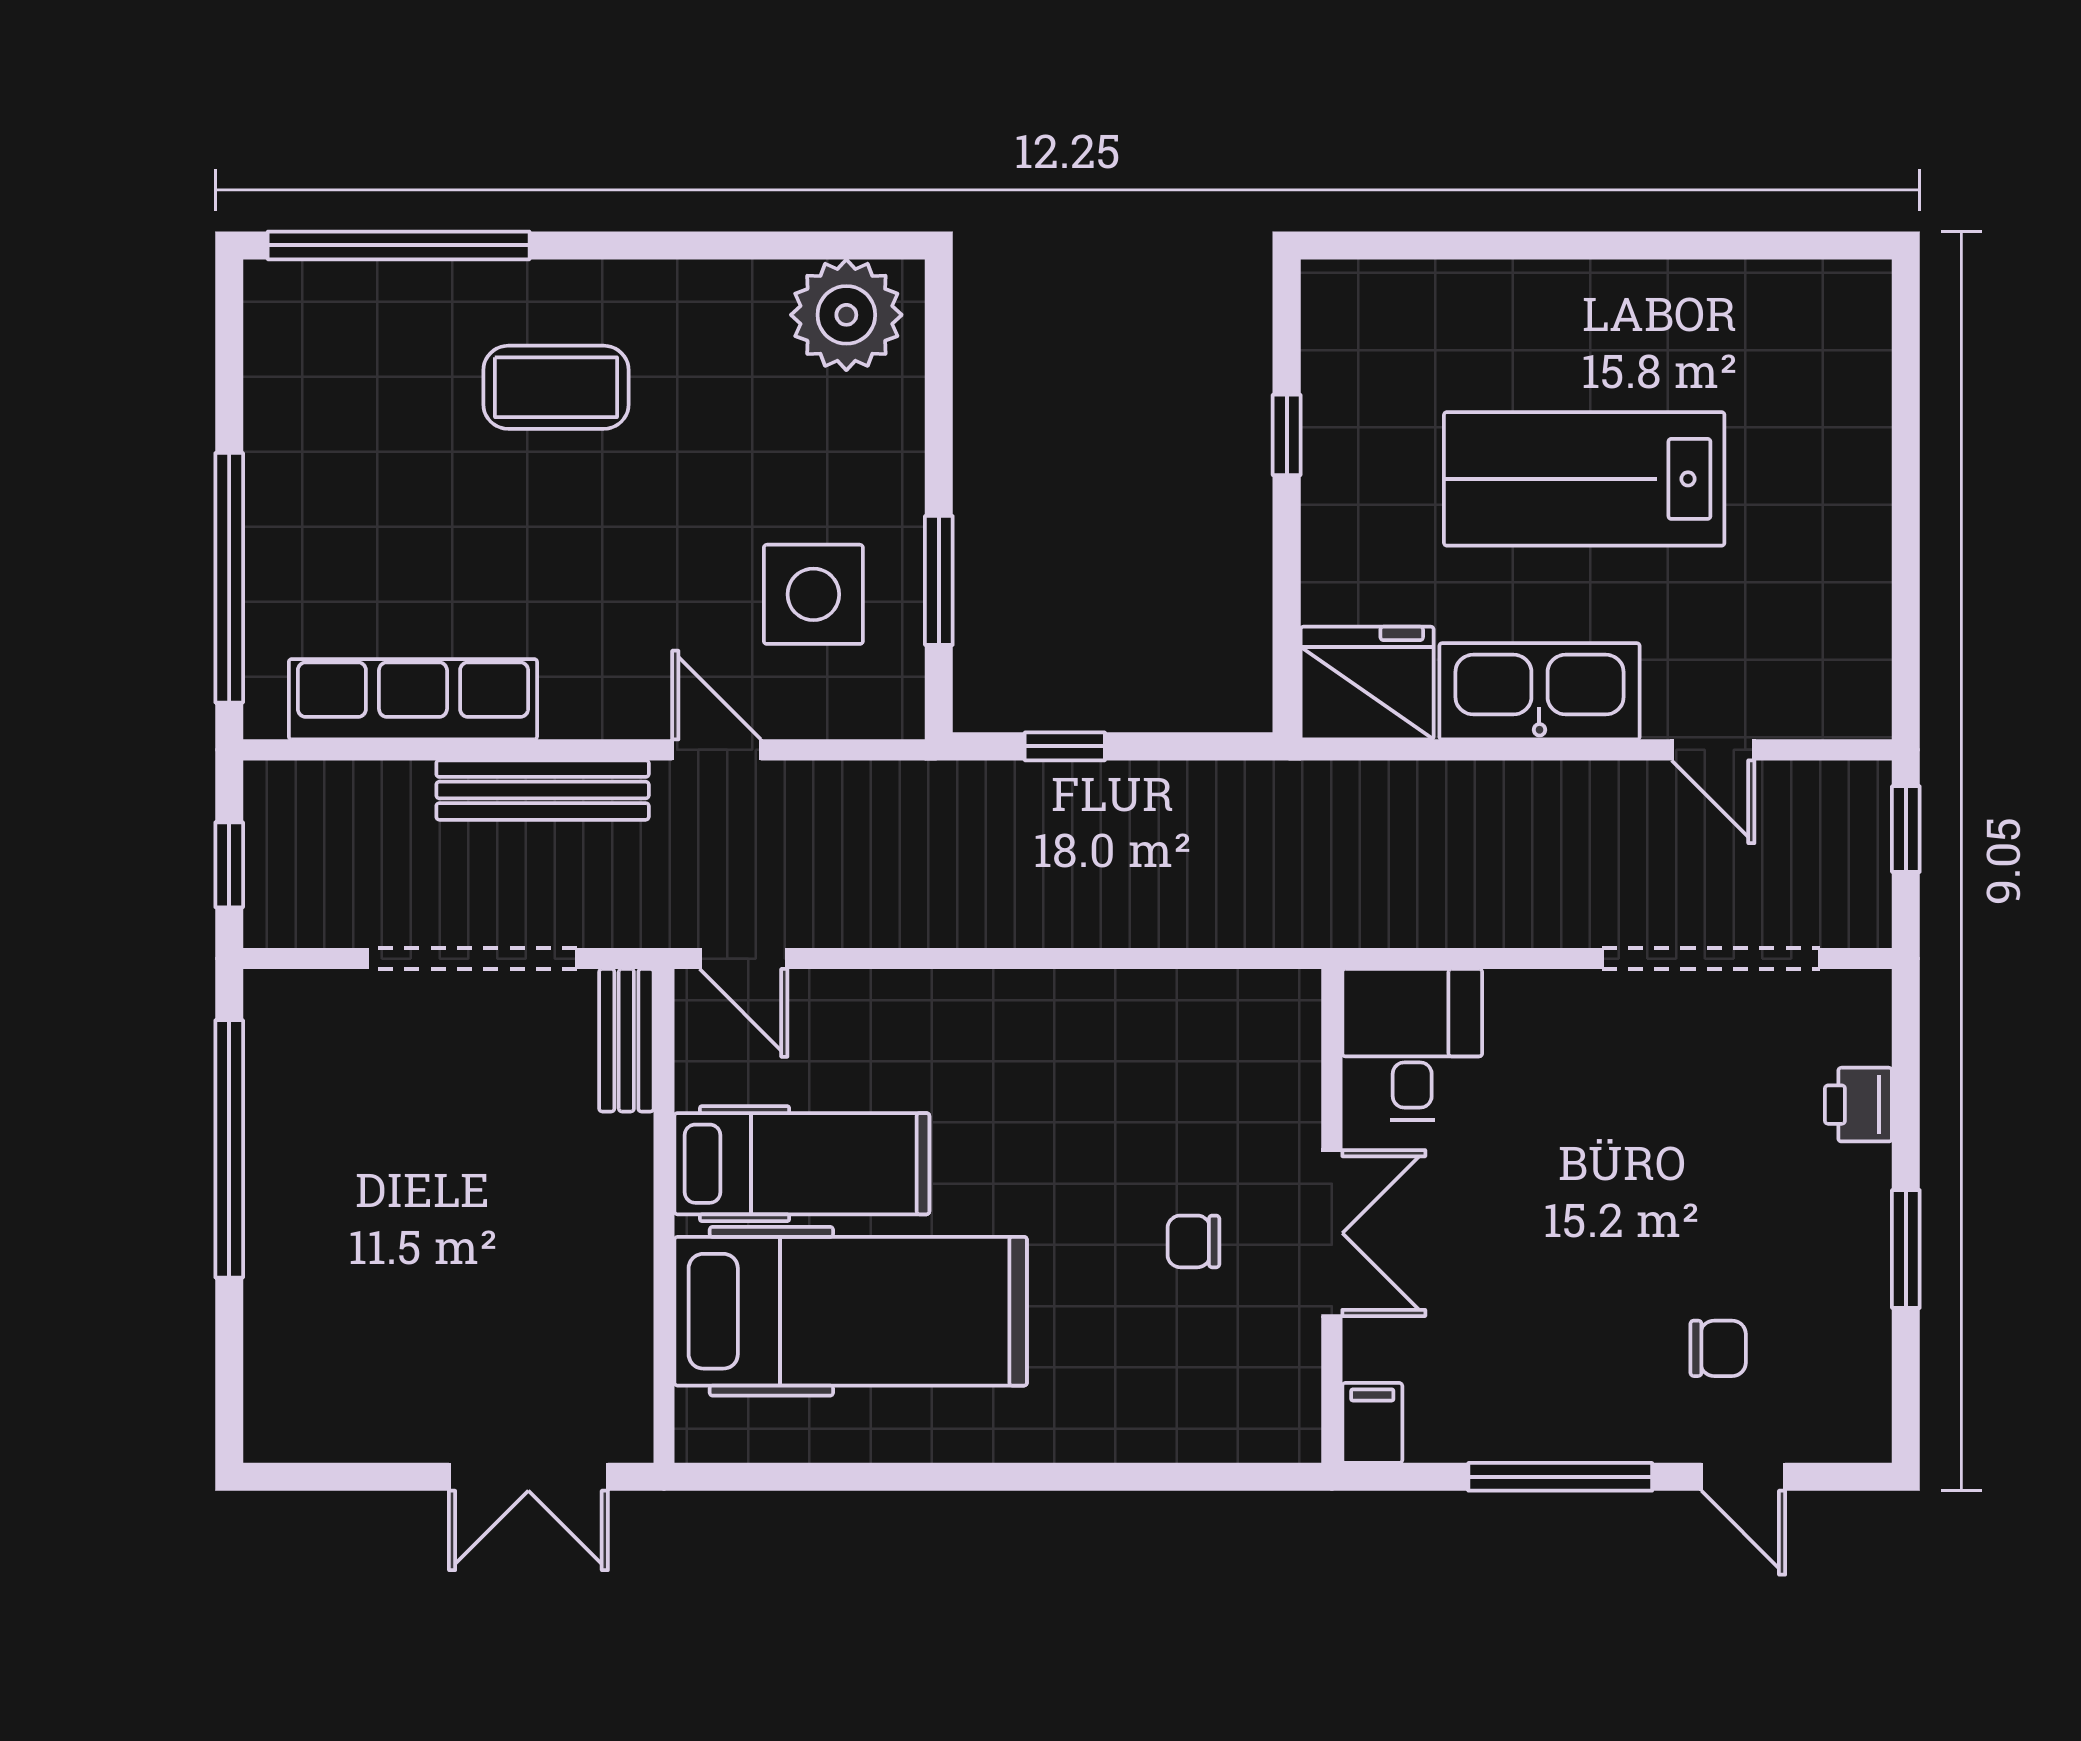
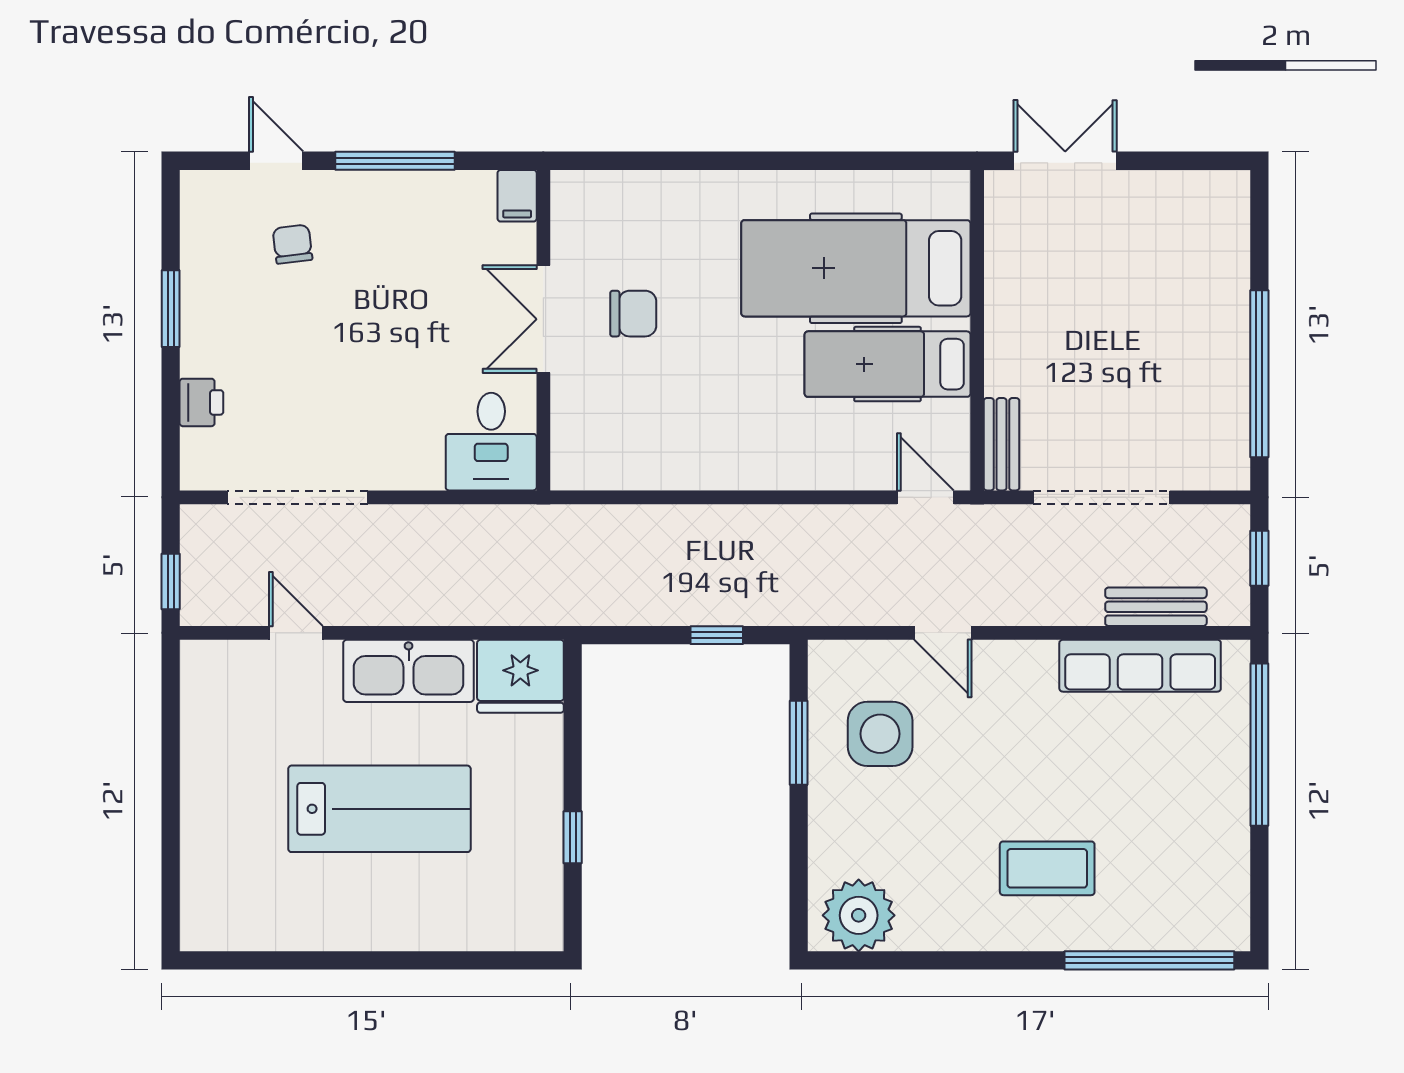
bench: (543, 790) -> (1156, 607), moved, width x0.73
chair: (1193, 1241) -> (633, 314), width x1.37, depth x1.37
chair: (1718, 1348) -> (293, 244), turned 83

